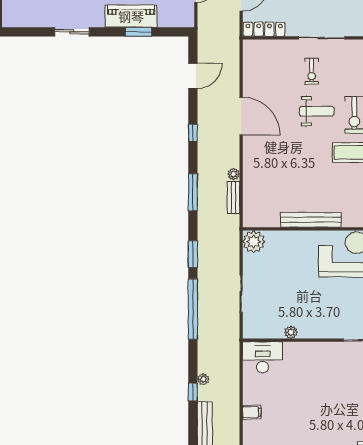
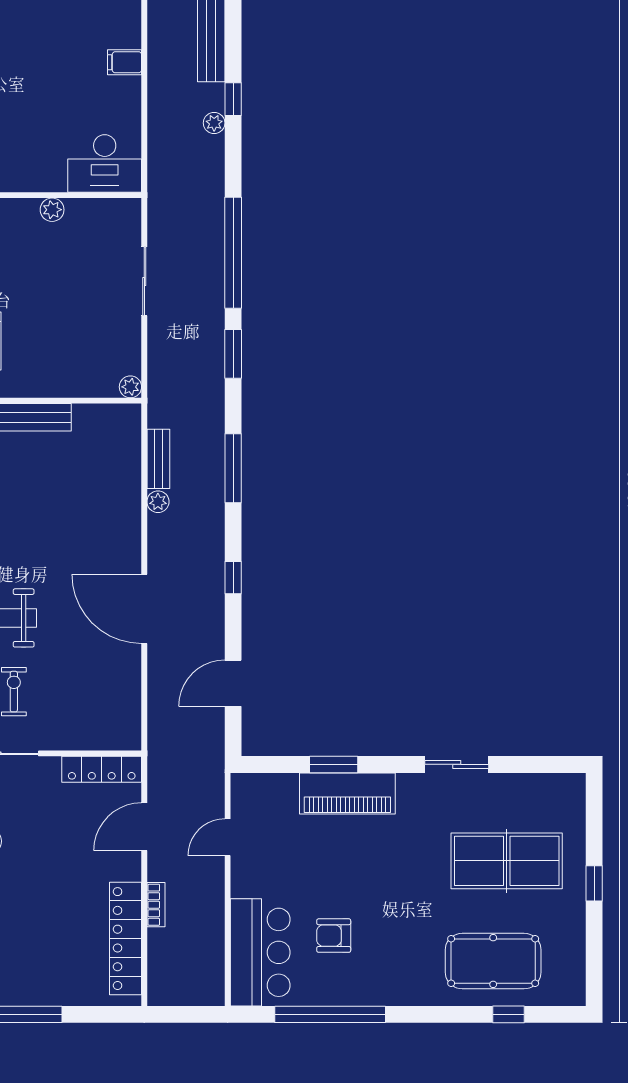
plant: (254, 242) -> (130, 387), width x0.53, depth x0.53

